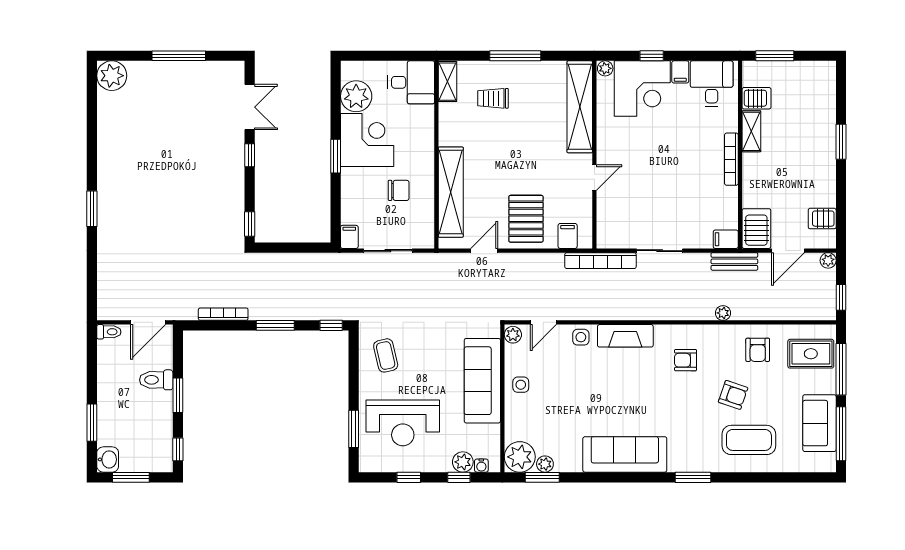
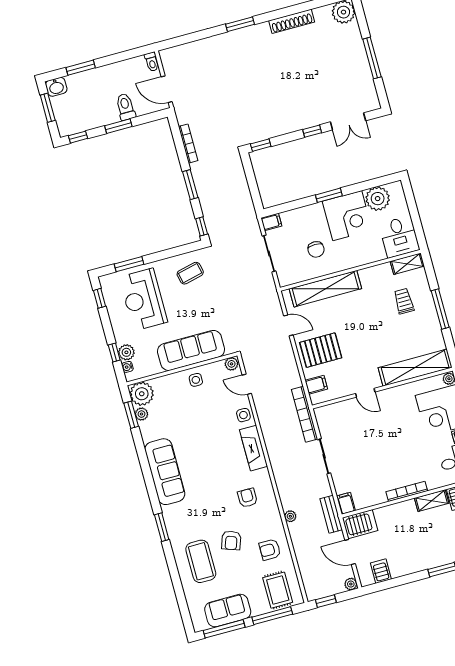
shoe rack: (106, 143) -> (292, 21), added
window: (409, 477) -> (99, 298), moved

